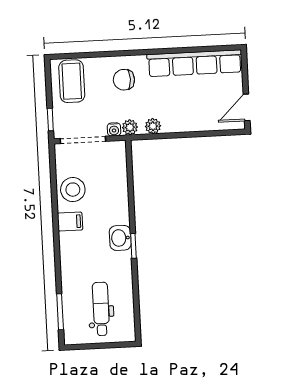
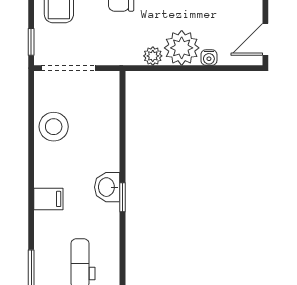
plant: (130, 127) -> (182, 48), moved, width x1.88, depth x1.88
water cooler: (114, 129) -> (209, 58), moved
filing cabinet: (70, 222) -> (48, 199), moved

